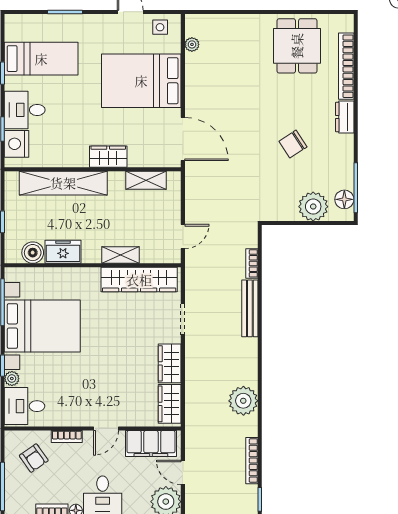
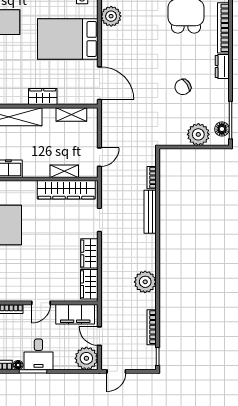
plant: (192, 44) -> (111, 16), width x1.88, depth x1.88
shelving: (121, 255) -> (64, 171), moved

